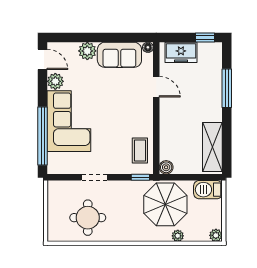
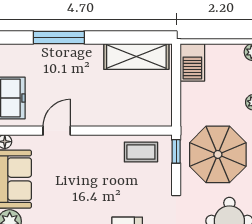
boiler: (166, 167) -> (163, 118), removed
parasol: (165, 204) -> (218, 154), moved

